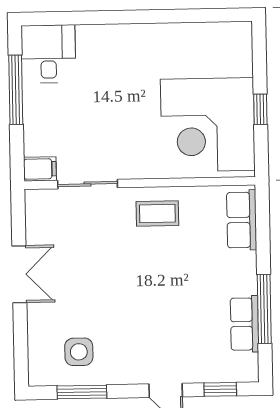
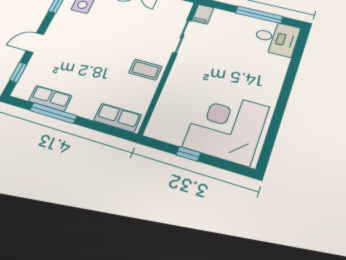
corner desk: (208, 125) -> (226, 127), moved
coffee table: (157, 214) -> (145, 70), turned 90

